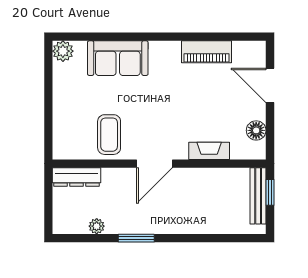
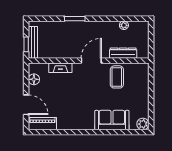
piano: (206, 52) -> (42, 124), moved
dresser: (76, 177) -> (123, 53), moved
window: (136, 238) -> (75, 19), moved

